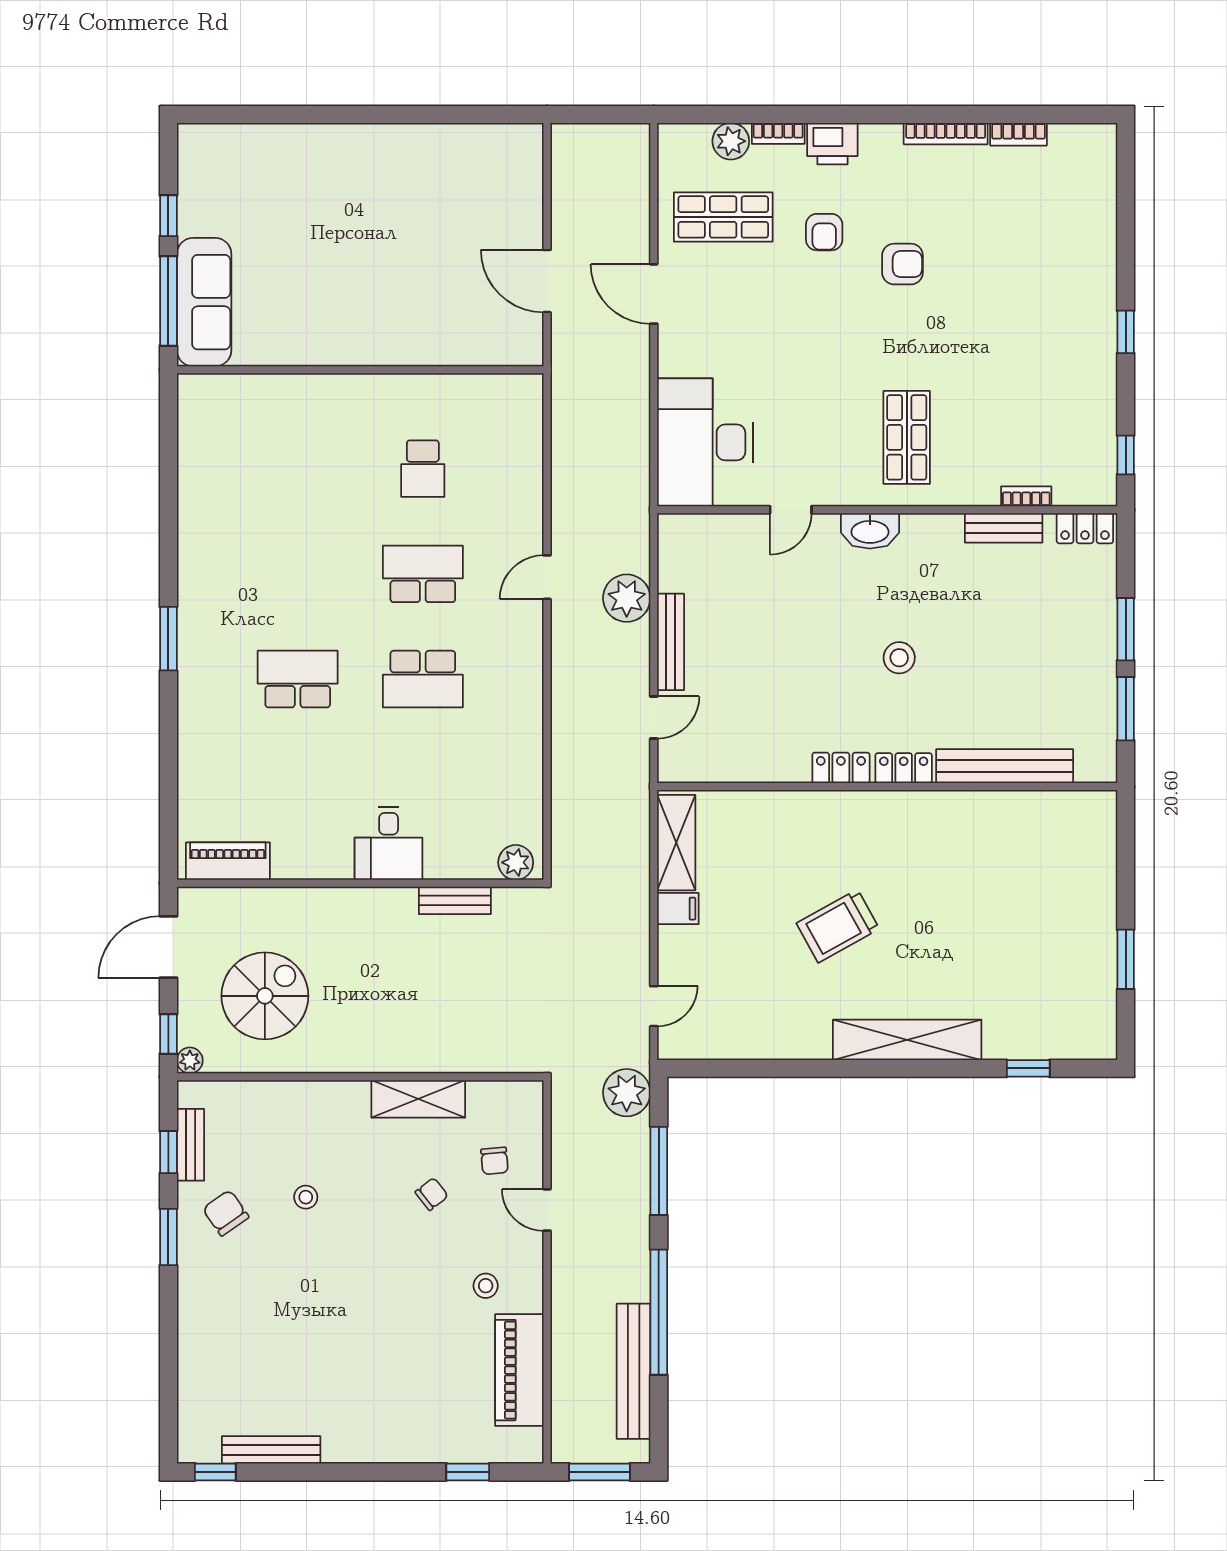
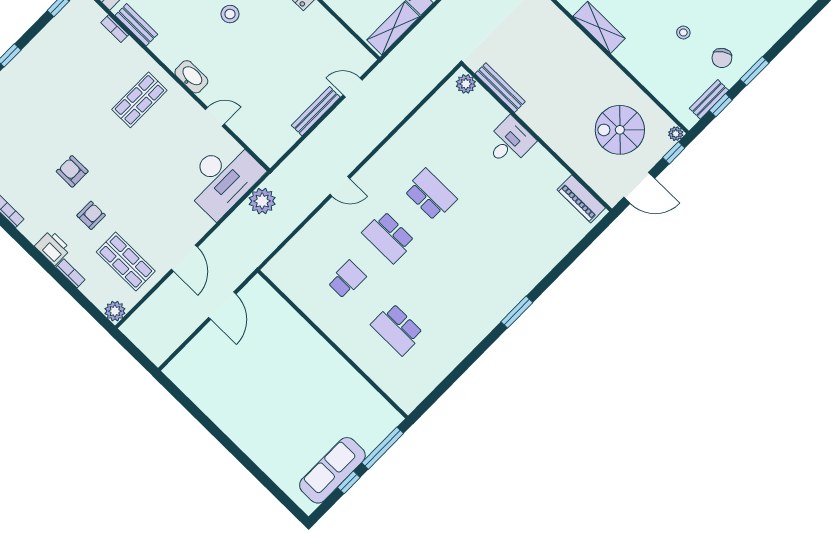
plant: (731, 141) -> (115, 311), moved
sofa: (204, 302) -> (332, 470), moved
plant: (627, 598) -> (262, 201), moved
school desk: (298, 679) -> (397, 329), moved
bench: (455, 900) -> (500, 88), width x1.36

